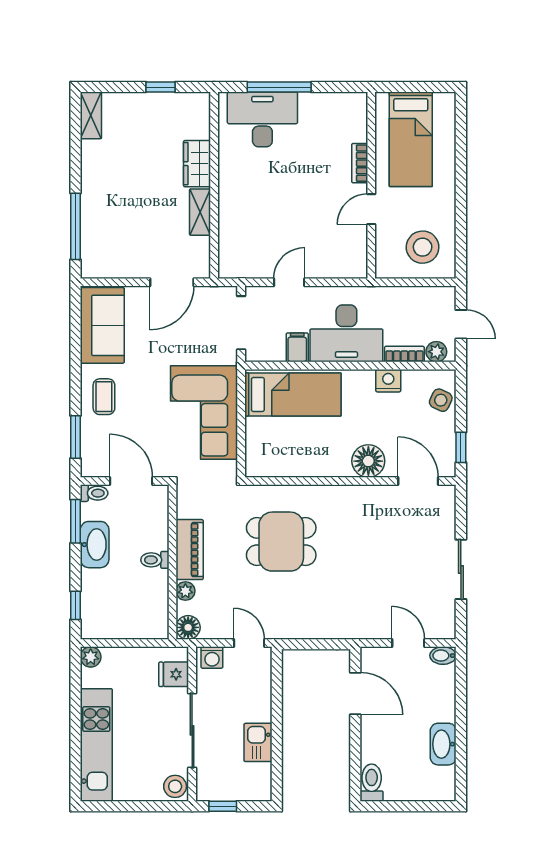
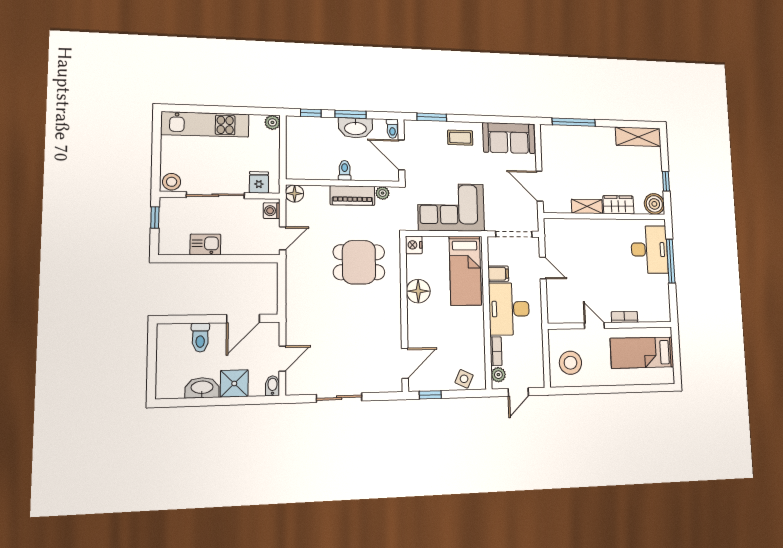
boiler: (195, 107) -> (654, 204), added
shelving: (91, 115) -> (638, 137), width x1.50, depth x1.33
nightstand: (388, 381) -> (414, 245), moved, turned 180
floor lamp: (368, 461) -> (418, 291), moved
door: (131, 481) -> (401, 155), swing flipped
window: (75, 521) -> (351, 114), moved
dining table: (281, 542) -> (359, 262), turned 90
plant: (185, 591) -> (383, 193), moved
shower: (439, 704) -> (234, 383), added
toilet: (372, 783) -> (200, 337), moved, turned 90

